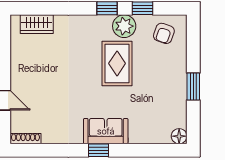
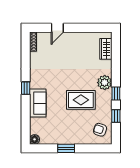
plant: (124, 26) -> (105, 83), moved
sofa: (106, 131) -> (38, 103), moved

